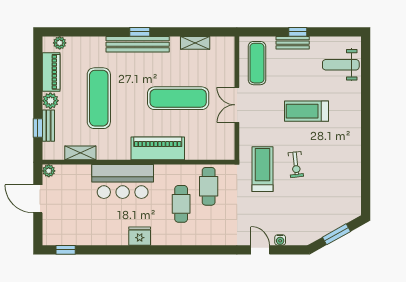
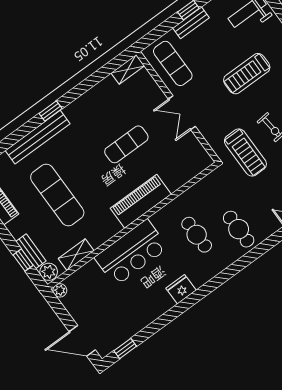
shelving: (195, 43) -> (128, 69), moved
bench: (138, 44) -> (38, 137), moved
exercise mat: (178, 98) -> (126, 144), width x0.73, depth x0.69
plant: (50, 101) -> (49, 272), moved
treadmill: (262, 169) -> (245, 152), turned 180
cafe table: (209, 186) -> (239, 229), moved
door: (38, 199) -> (82, 341), moved

